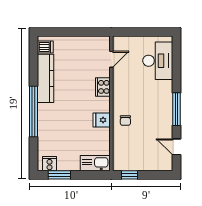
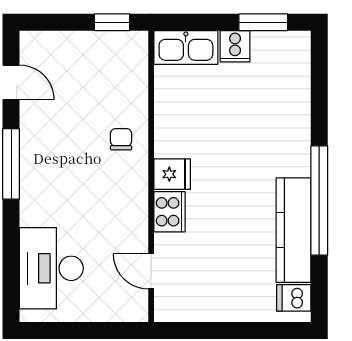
door: (111, 59) -> (151, 271), hinge flipped
window: (33, 112) -> (319, 200), moved
fridge: (102, 120) -> (172, 174), moved
cooker: (50, 164) -> (235, 46), moved

